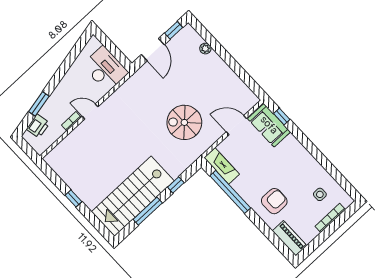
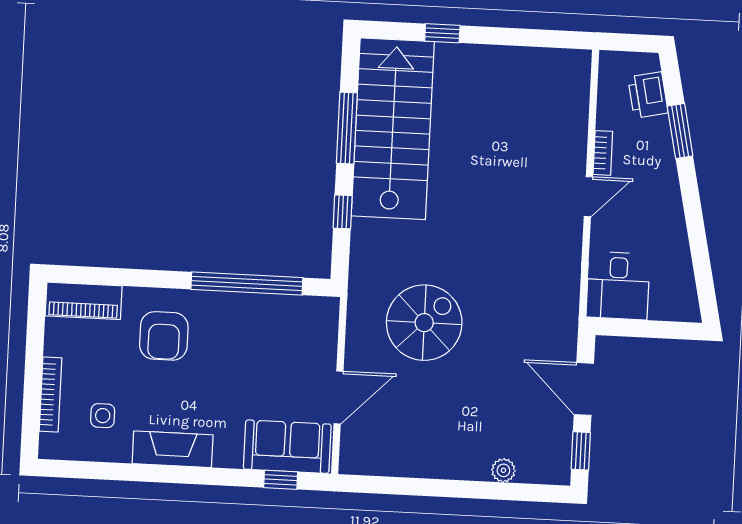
desk: (105, 69) -> (618, 286), width x0.73
fireplace: (222, 166) -> (173, 449), moved, turned 180
window: (73, 198) -> (442, 33), moved

